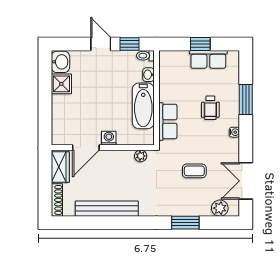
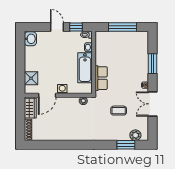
window: (200, 44) -> (123, 27), width x2.17
row of seats: (208, 59) -> (128, 37), removed
shower: (61, 84) -> (31, 78), moved
wheelchair: (210, 108) -> (129, 69), removed
double door: (246, 181) -> (153, 104), moved
bench: (107, 209) -> (61, 135), removed
window: (185, 223) -> (126, 145), moved

